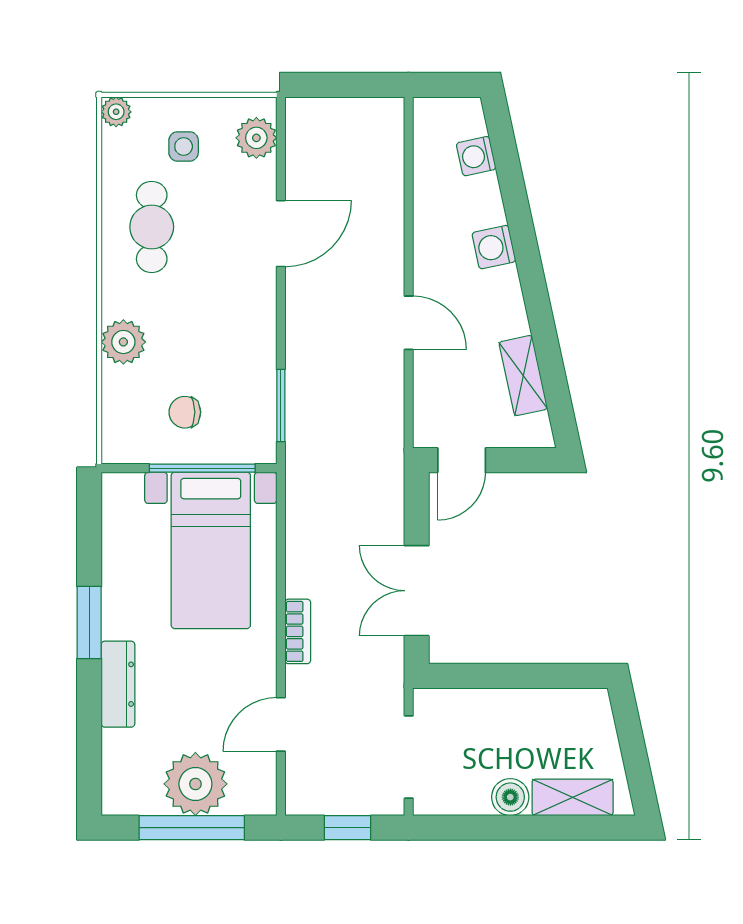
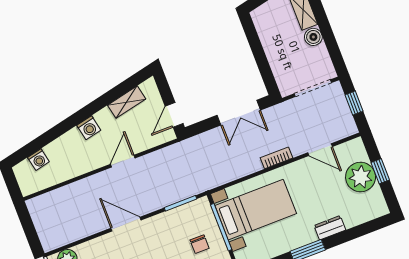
door: (281, 234) -> (126, 224), moved
washing machine: (494, 247) -> (89, 128), moved
door: (462, 460) -> (174, 115), swing flipped
dresser: (118, 684) -> (330, 228), width x0.70
window: (192, 828) -> (380, 171), width x0.46

